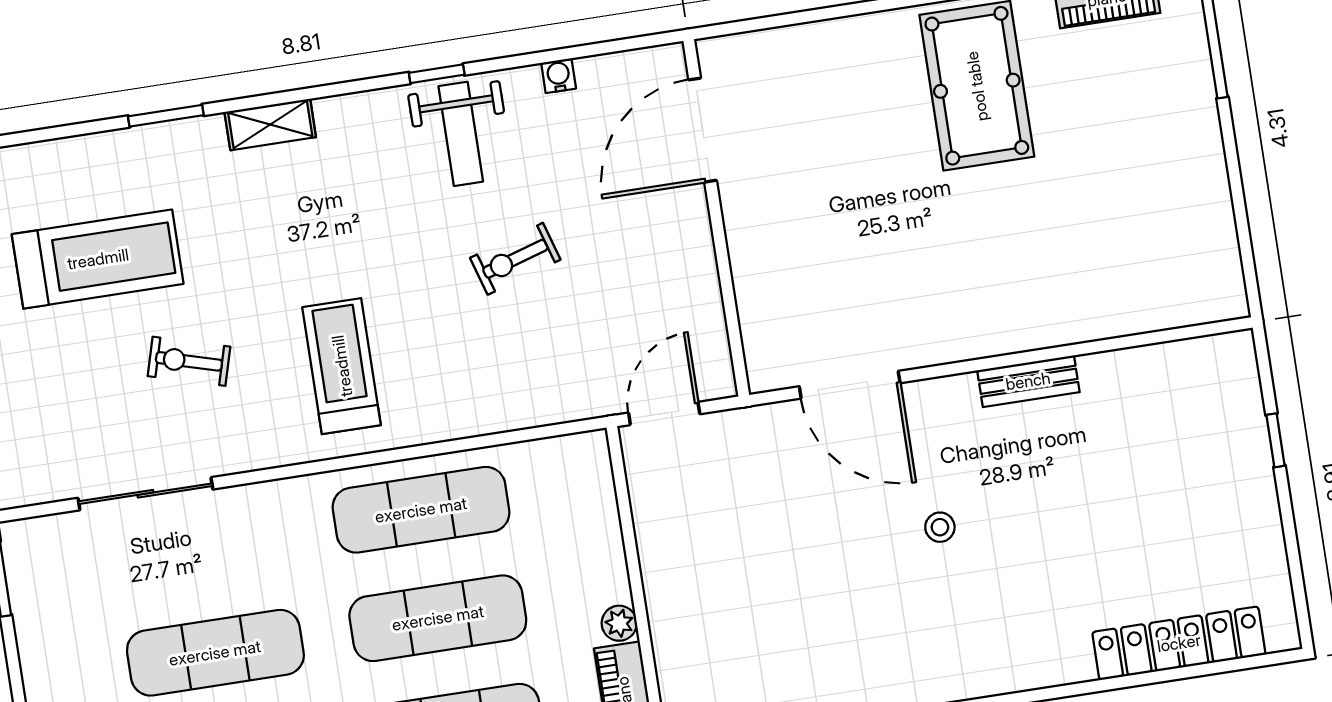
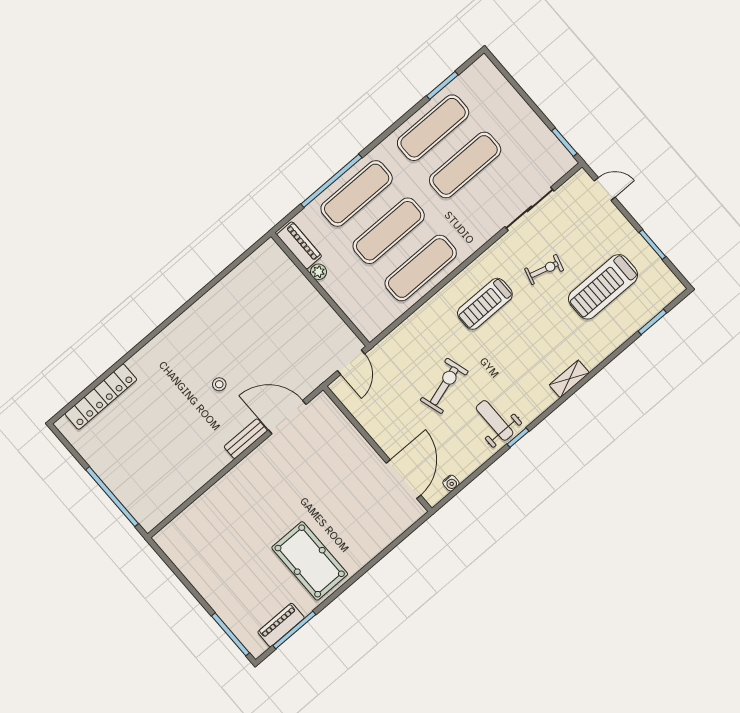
water cooler: (559, 76) -> (451, 483), moved
window: (166, 116) -> (652, 322), moved
exercise bike: (515, 259) -> (444, 386), width x1.38, depth x1.39
treadmill: (342, 366) -> (485, 304), turned 90
bench: (1028, 381) -> (246, 439), moved
window: (1275, 440) -> (112, 497), width x3.17

